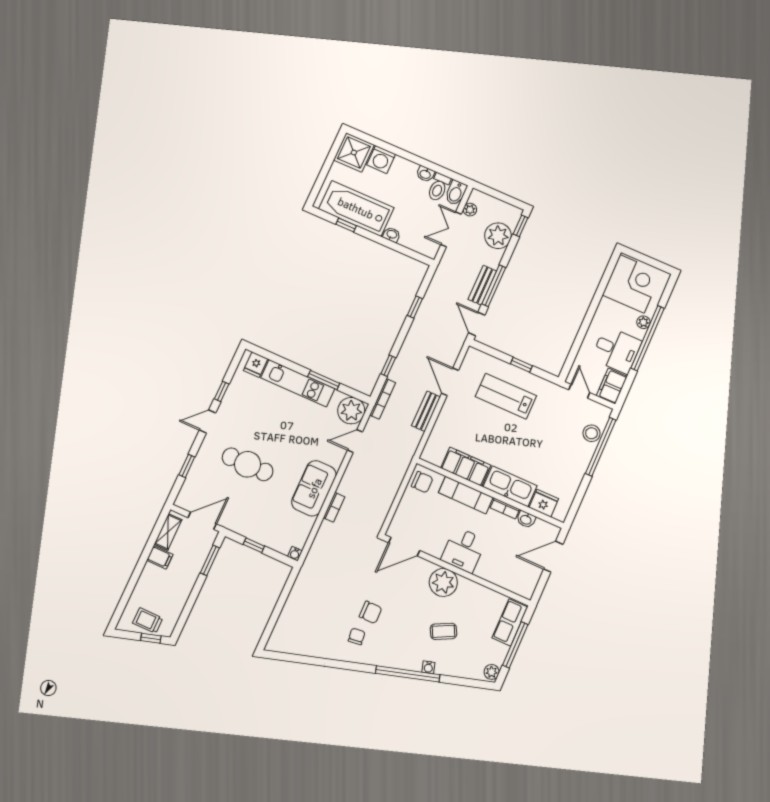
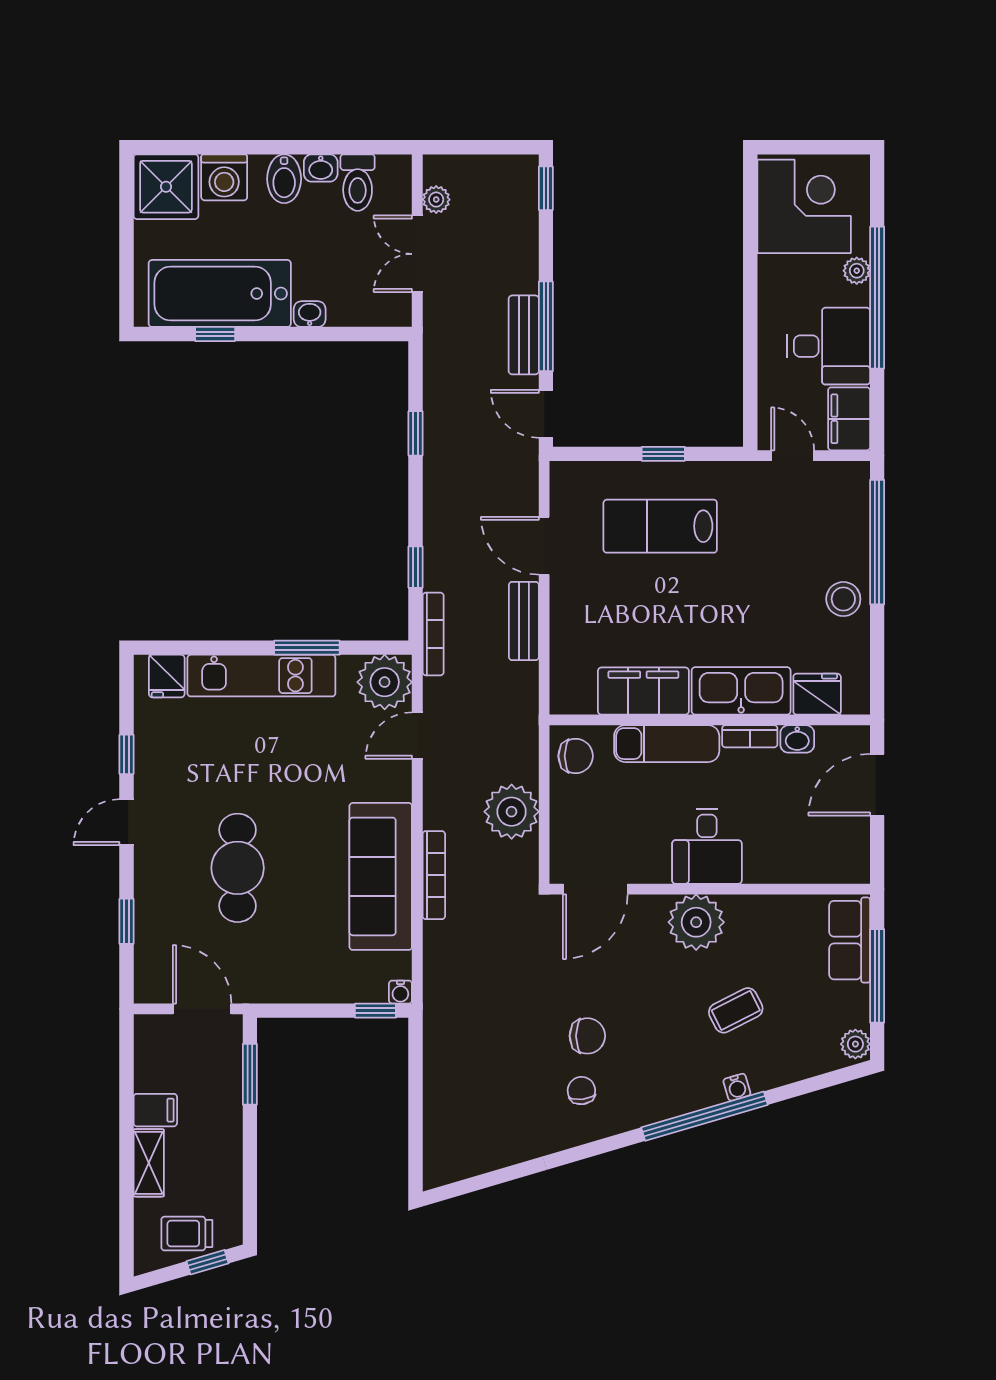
bidet: (456, 193) -> (284, 179), moved
plant: (498, 236) -> (512, 812), moved
stool: (591, 433) -> (843, 599), moved
cafe table: (248, 464) -> (238, 868), turned 90
sofa: (314, 488) -> (381, 876), width x1.36
bookcase: (334, 507) -> (434, 875), width x1.56
door: (202, 521) -> (202, 1009), hinge flipped
shelving: (168, 532) -> (149, 1163), moved
window: (254, 545) -> (375, 1011), moved

